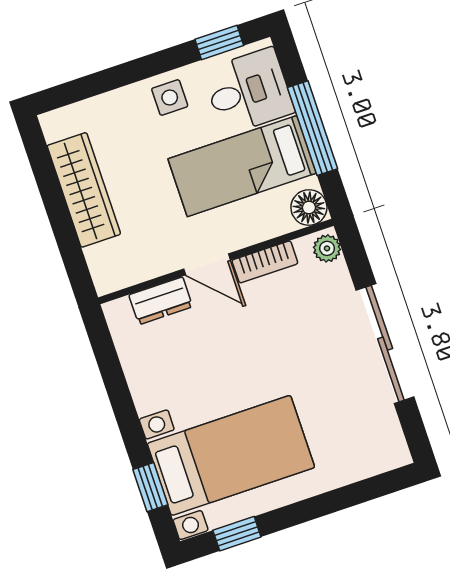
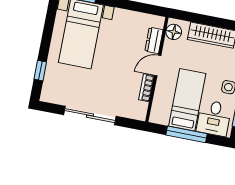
floor lamp: (309, 208) -> (174, 32), moved
plant: (327, 248) -> (138, 114), removed
window: (237, 534) -> (40, 71), moved

